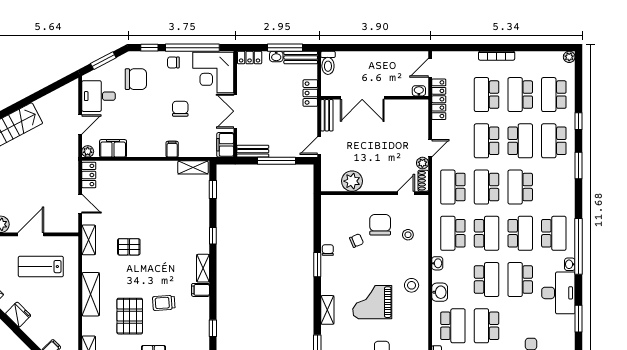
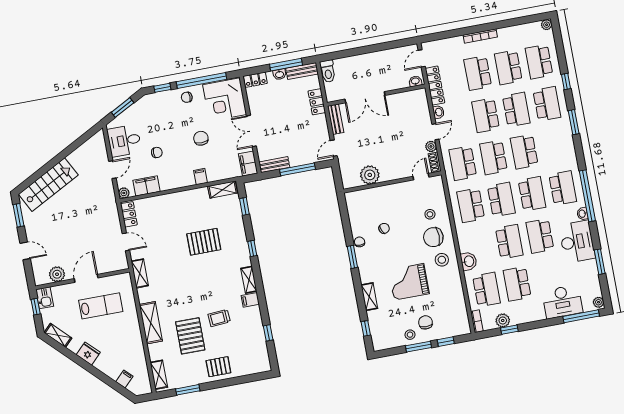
chair: (136, 79) -> (157, 152), moved, width x0.54, depth x0.54
school desk: (554, 141) -> (547, 104), turned 180
chair: (380, 225) -> (433, 237), moved, turned -90
pallet: (129, 247) -> (204, 242), moved, width x1.50, depth x1.42
washbasin: (437, 263) -> (438, 112), moved
lab bench: (41, 267) -> (101, 306), turned 180

